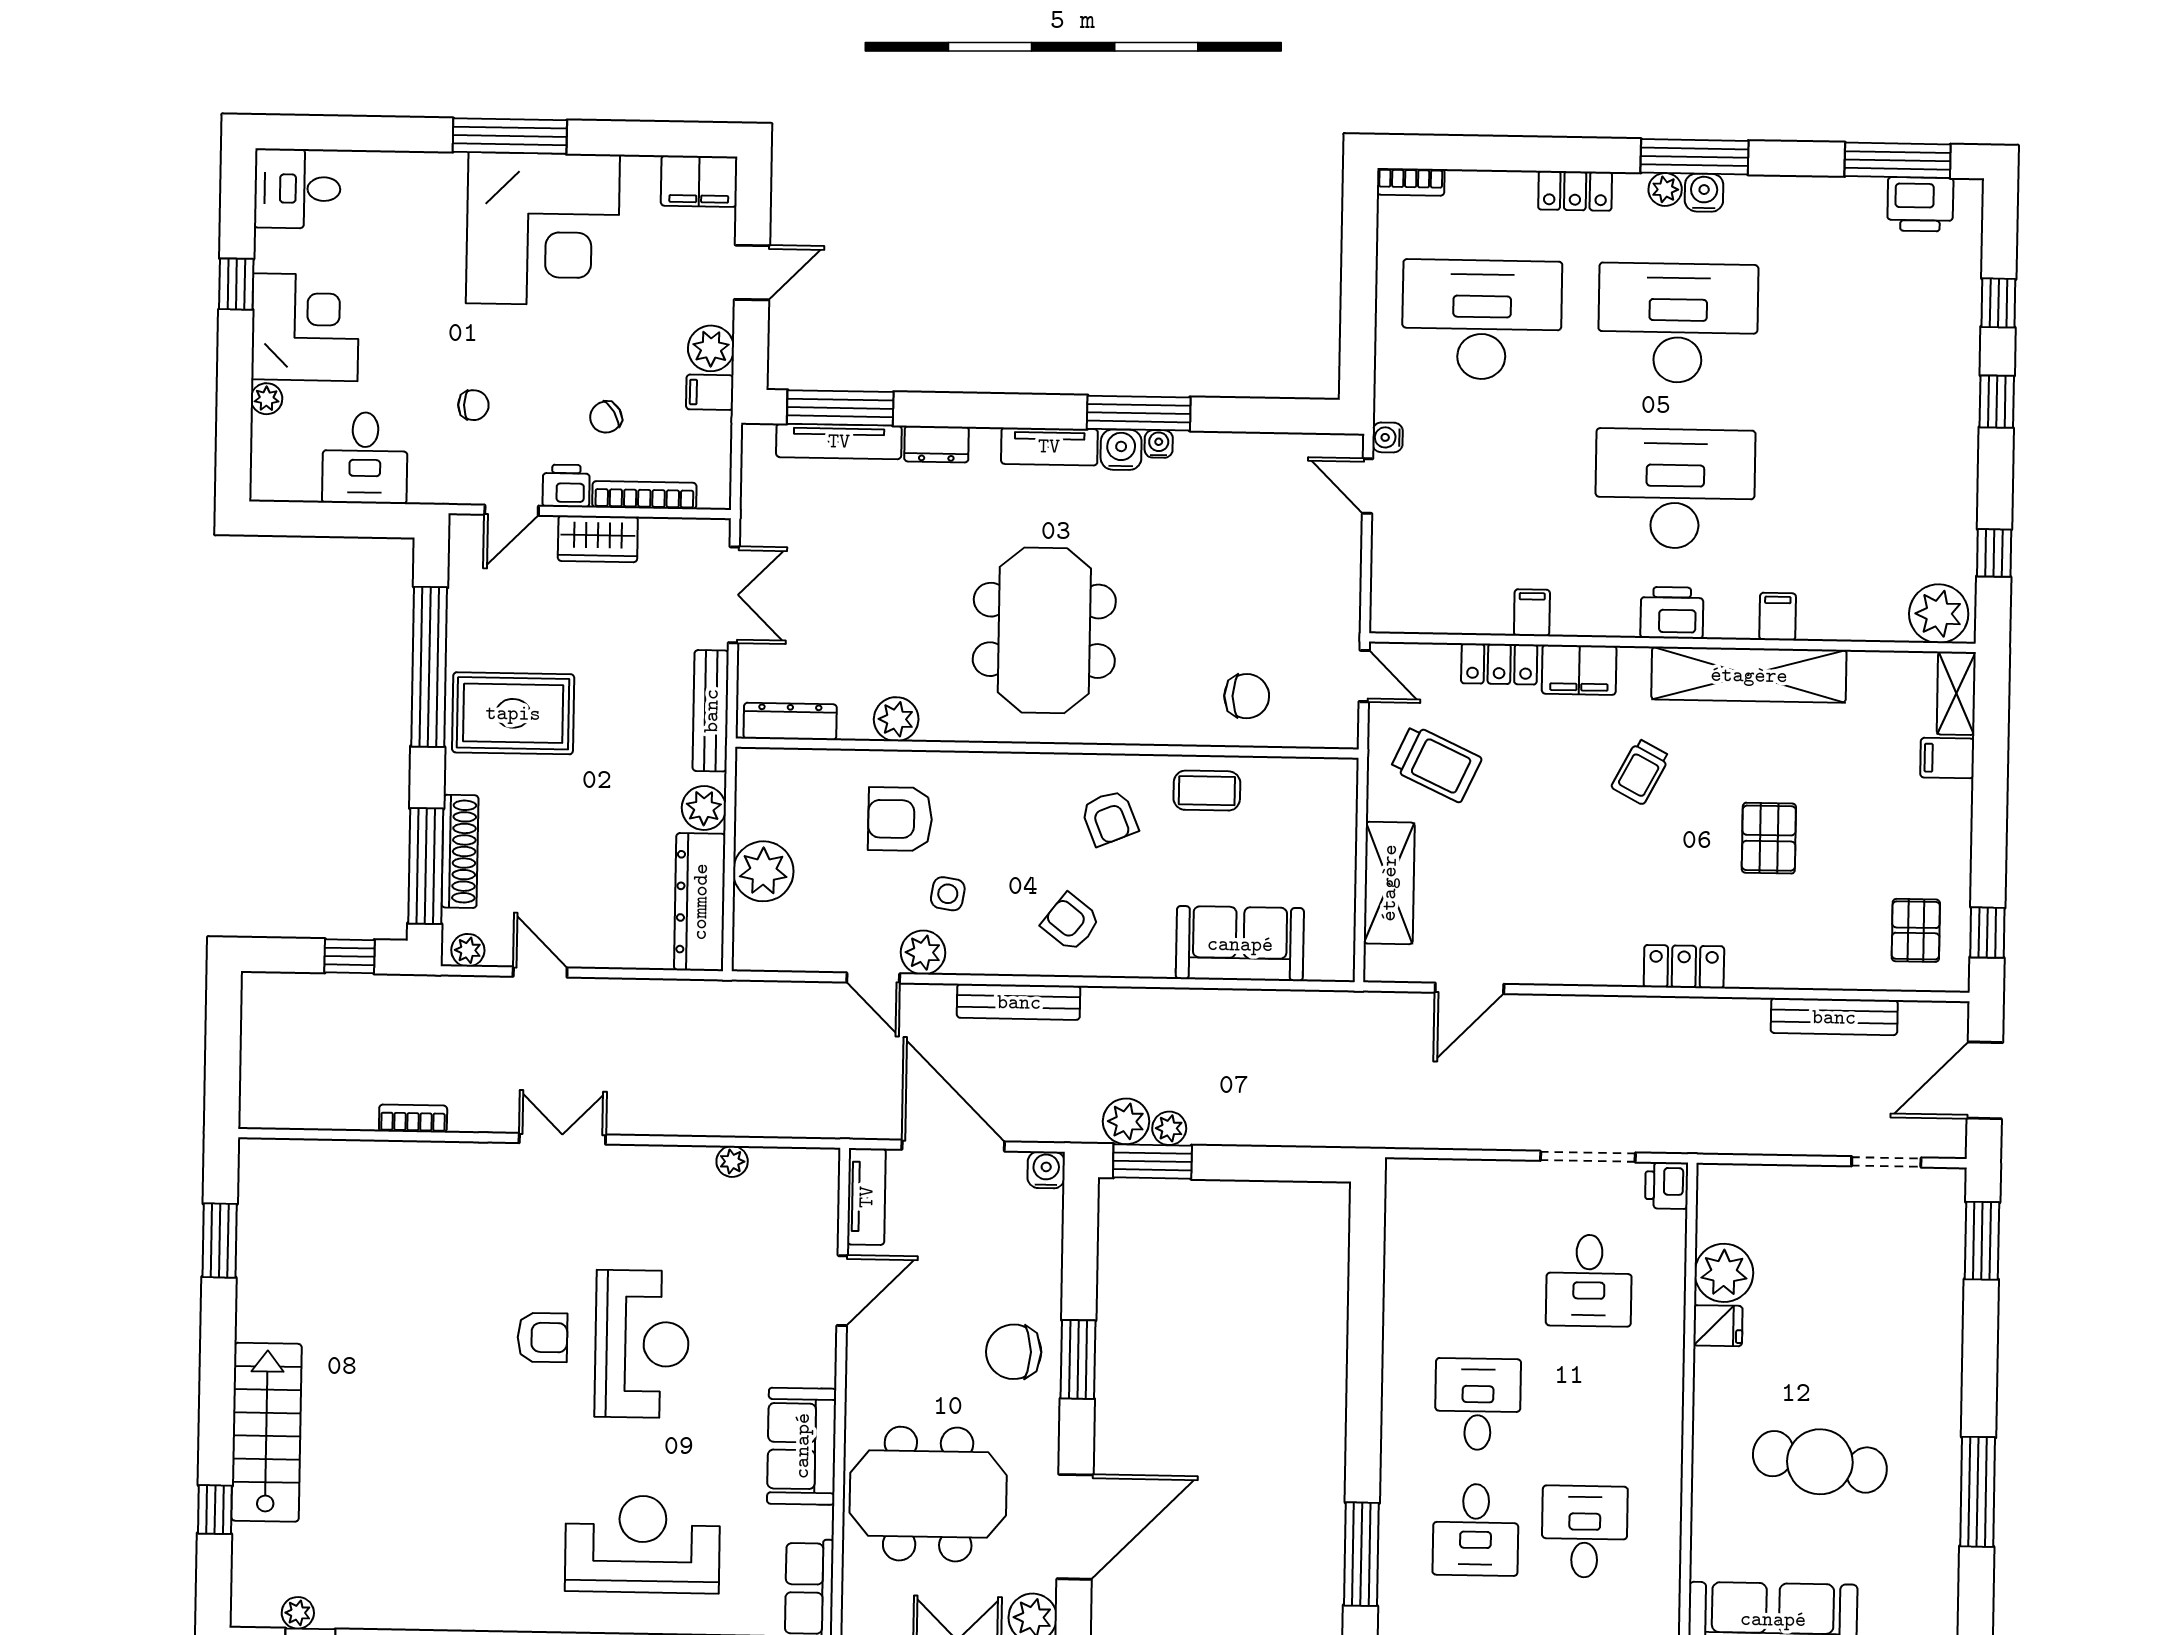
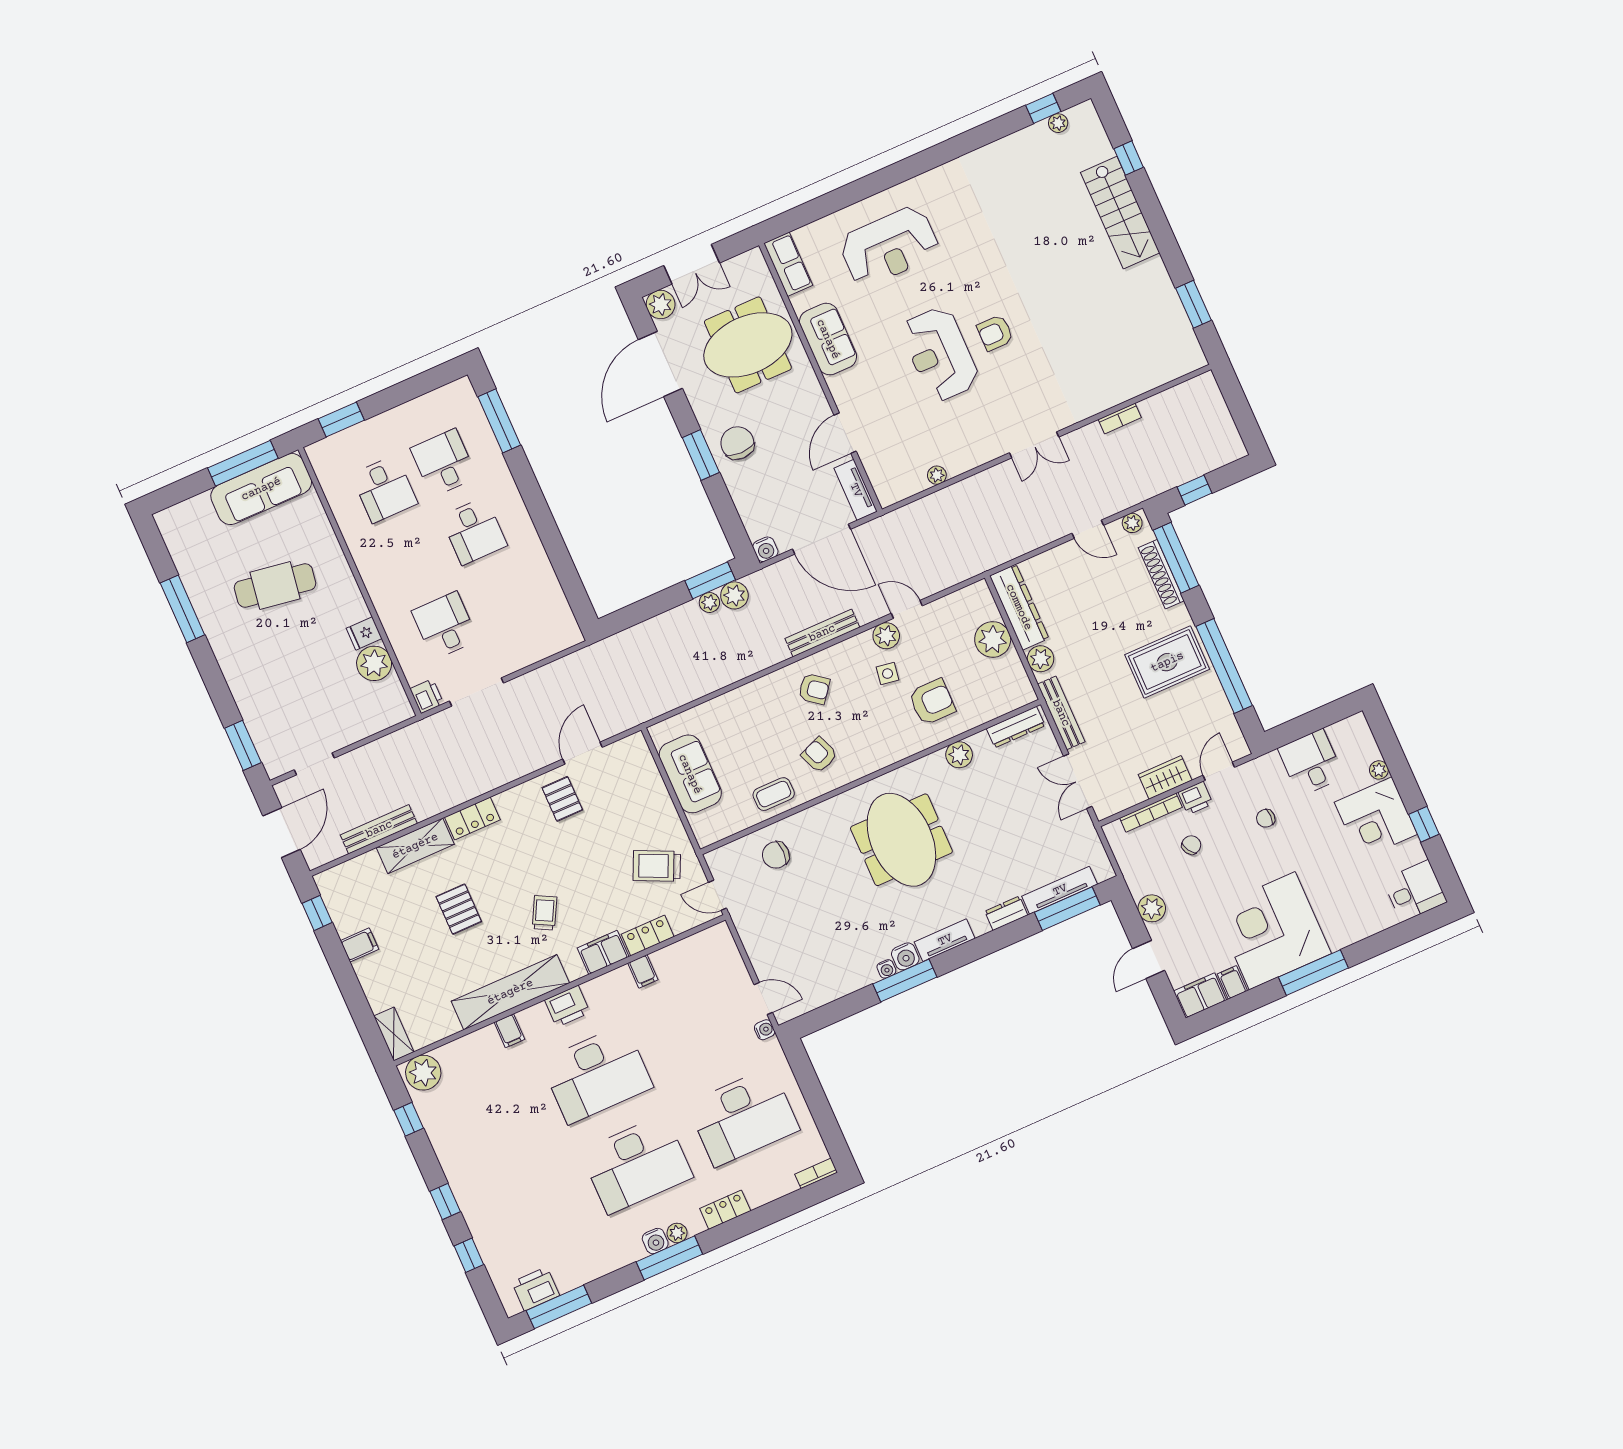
filing cabinet: (710, 392) -> (1232, 982), moved, turned -90
filing cabinet: (1947, 758) -> (360, 945), moved
shelving: (1389, 883) -> (415, 846), moved, turned 90
pallet: (1916, 930) -> (562, 799), moved
sofa: (1240, 944) -> (690, 774), moved, turned -90
chair: (1014, 1352) -> (737, 443), turned -90

